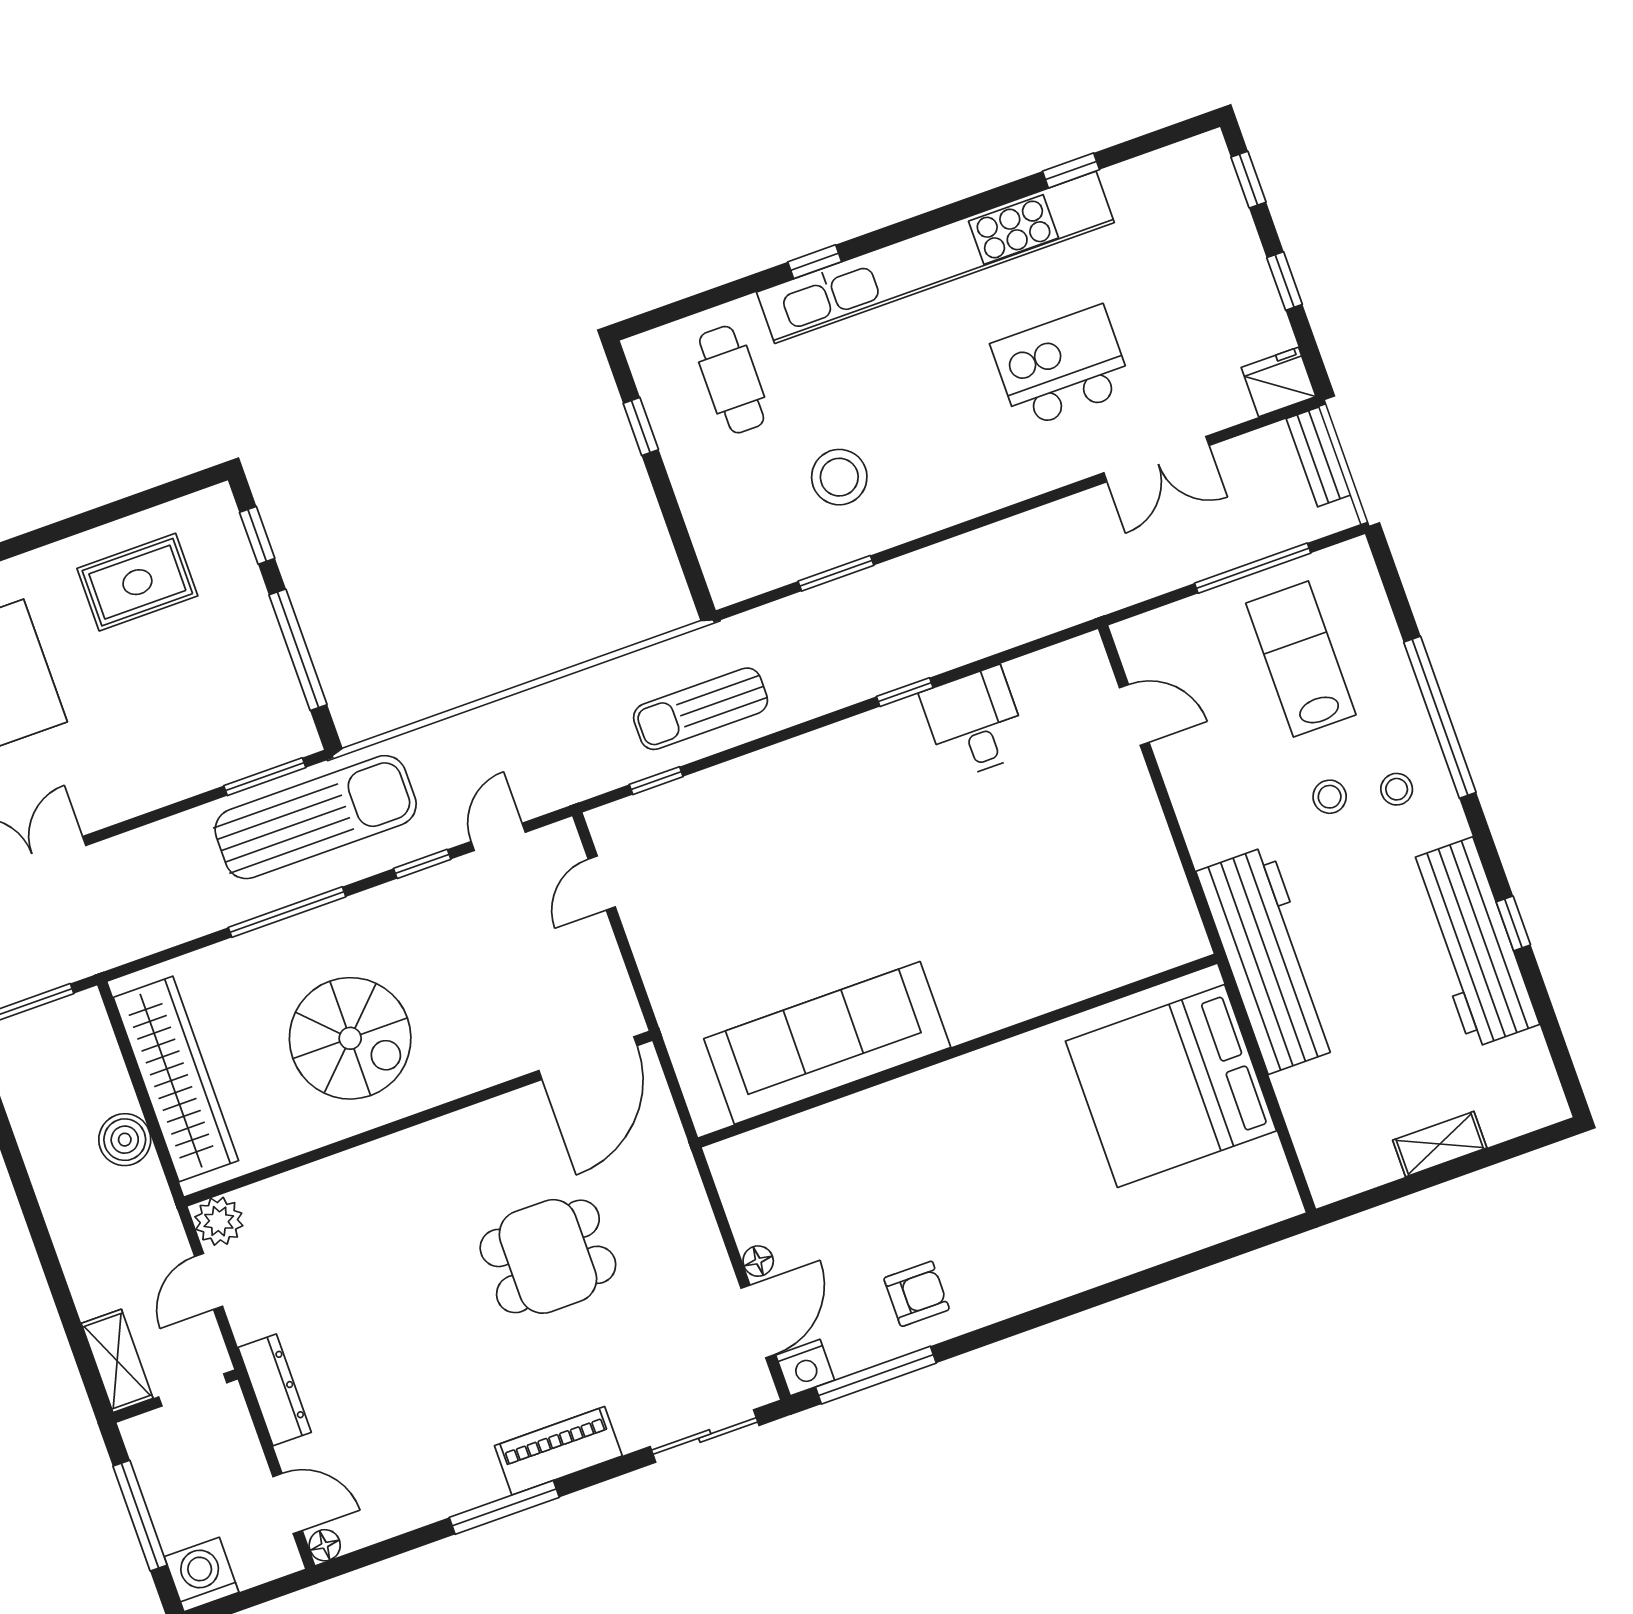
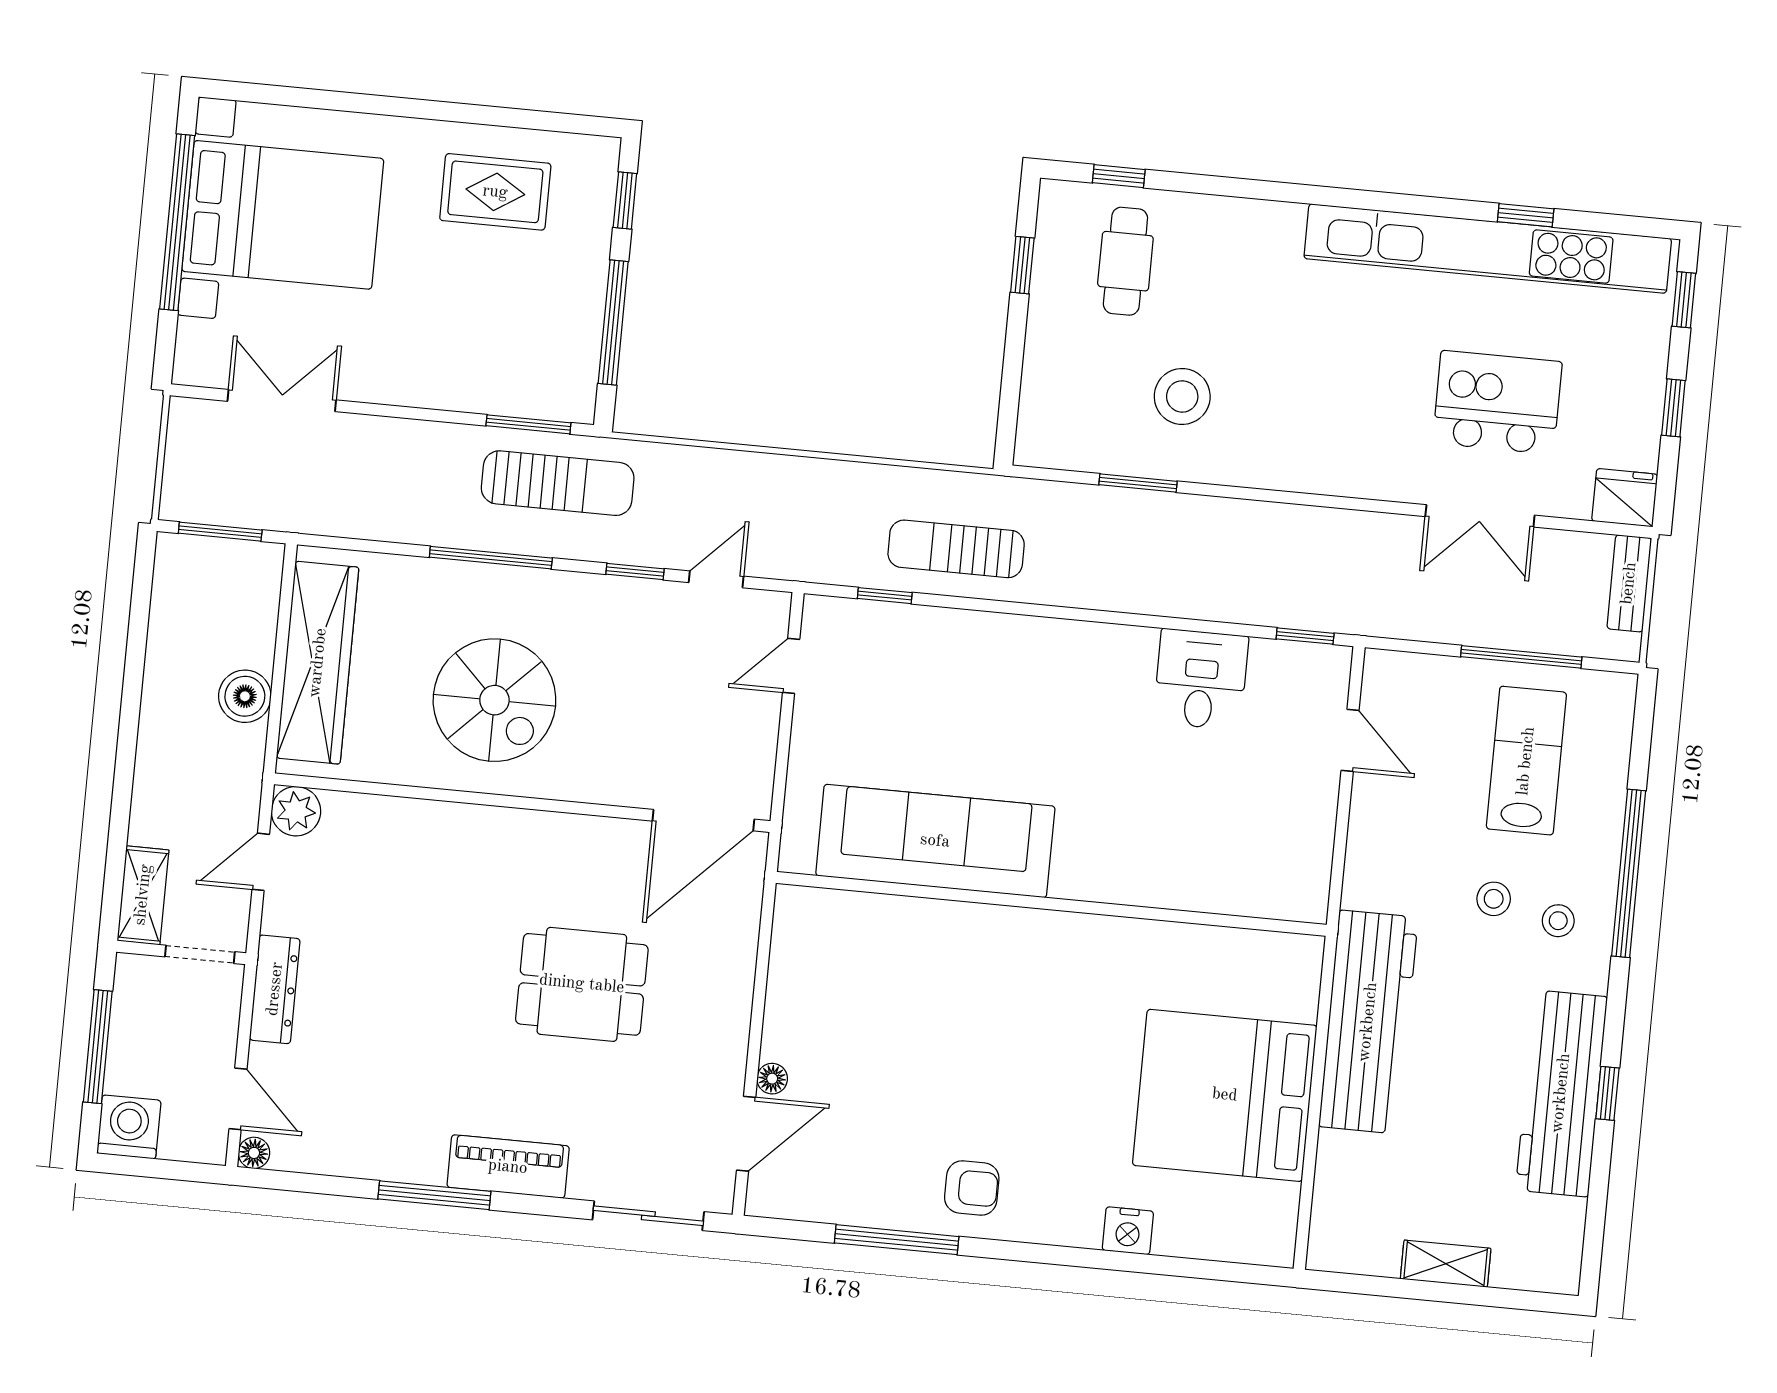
kitchen unit: (935, 257) -> (1488, 248), moved
window: (815, 262) -> (1119, 176), moved
kitchen island: (1062, 367) -> (1497, 402), moved
window: (905, 692) -> (1305, 636), moved
sun lounger: (316, 817) -> (558, 483), width x0.73, depth x0.75
sofa: (827, 1043) -> (935, 841), moved
wall: (958, 1051) -> (1051, 904), moved
armchair: (917, 1294) -> (972, 1188), moved
nightstand: (805, 1368) -> (1128, 1231), moved
window: (876, 1375) -> (897, 1240), moved

